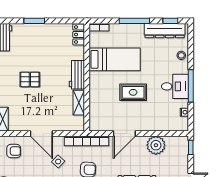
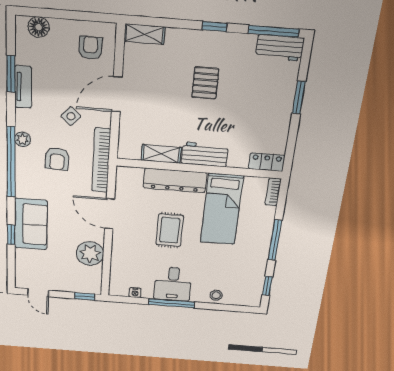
dresser: (165, 31) -> (175, 180), moved, turned -90
armchair: (14, 151) -> (91, 48), turned 180

